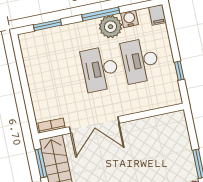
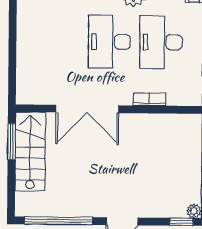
bookcase: (51, 125) -> (149, 99), moved

